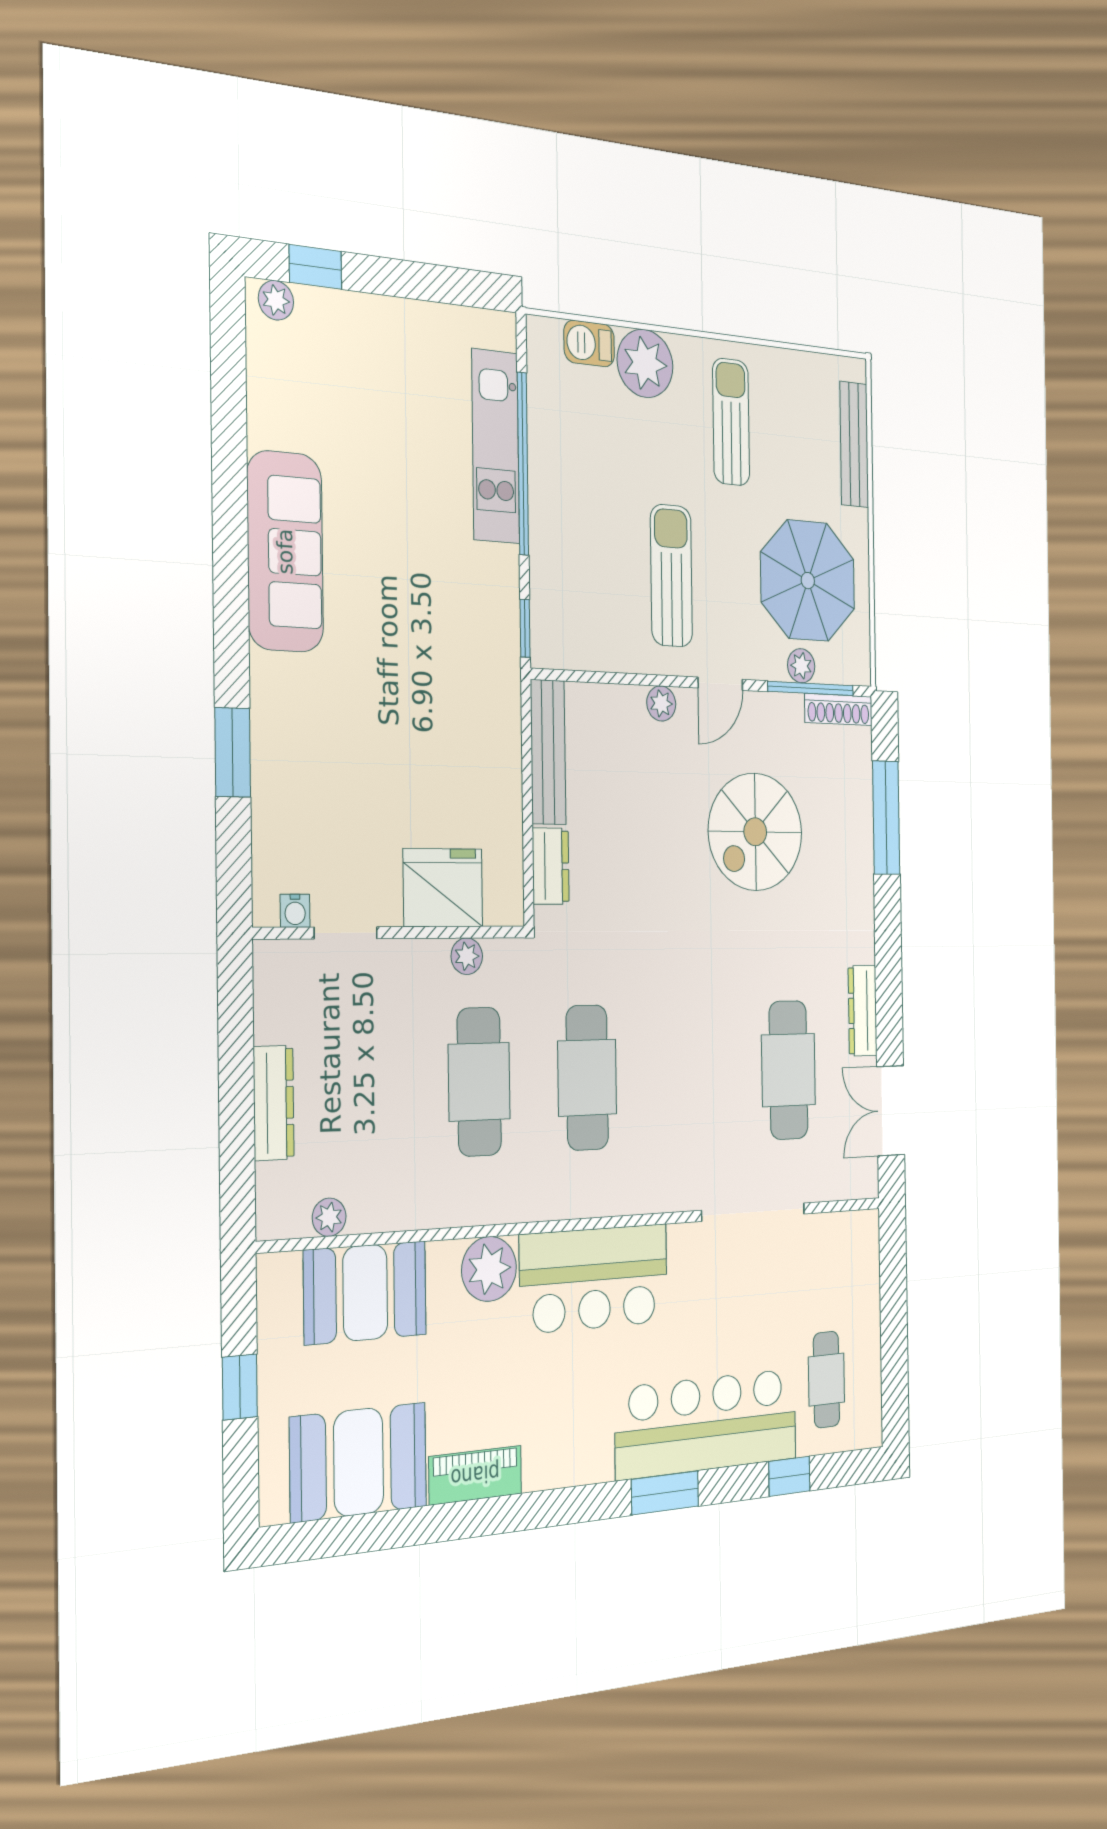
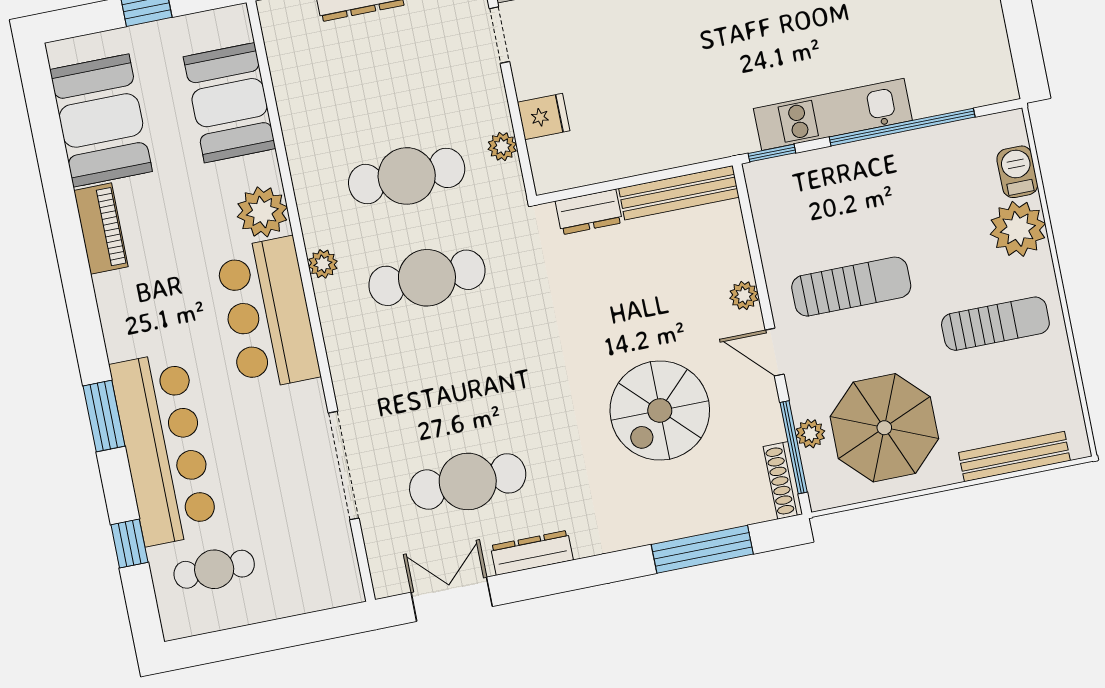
kitchen unit: (496, 446) -> (833, 114), moved
spiral stairs: (755, 832) -> (660, 410), turned -90
fridge: (443, 888) -> (544, 117), width x0.53, depth x0.75
plant: (329, 1217) -> (323, 264), moved

